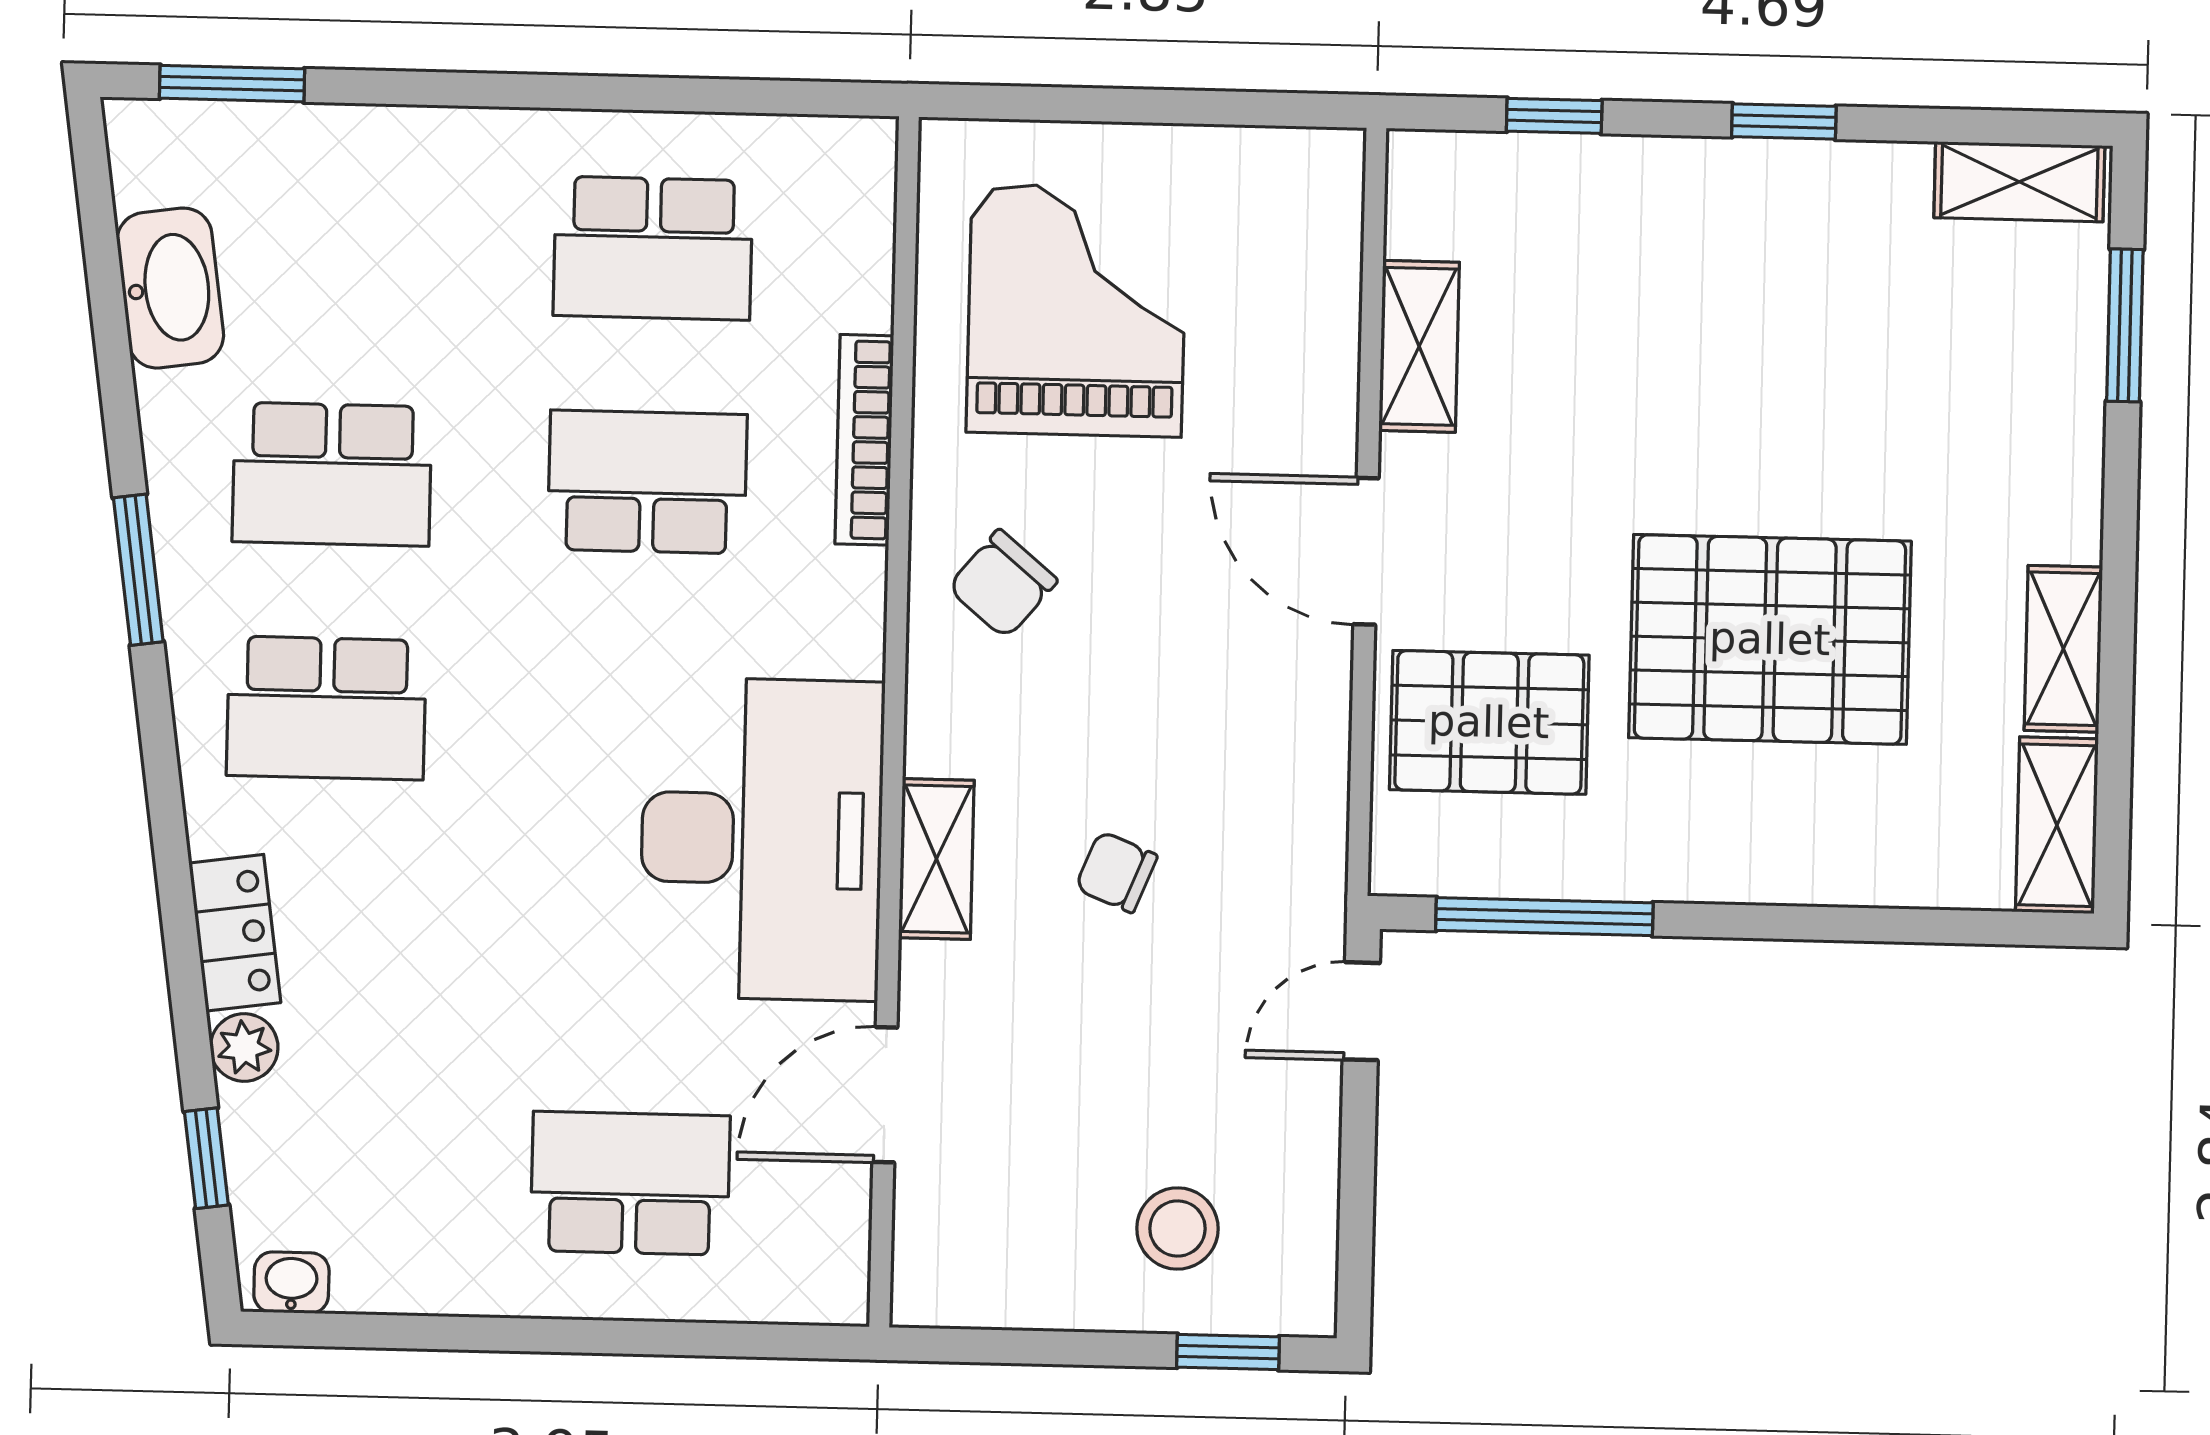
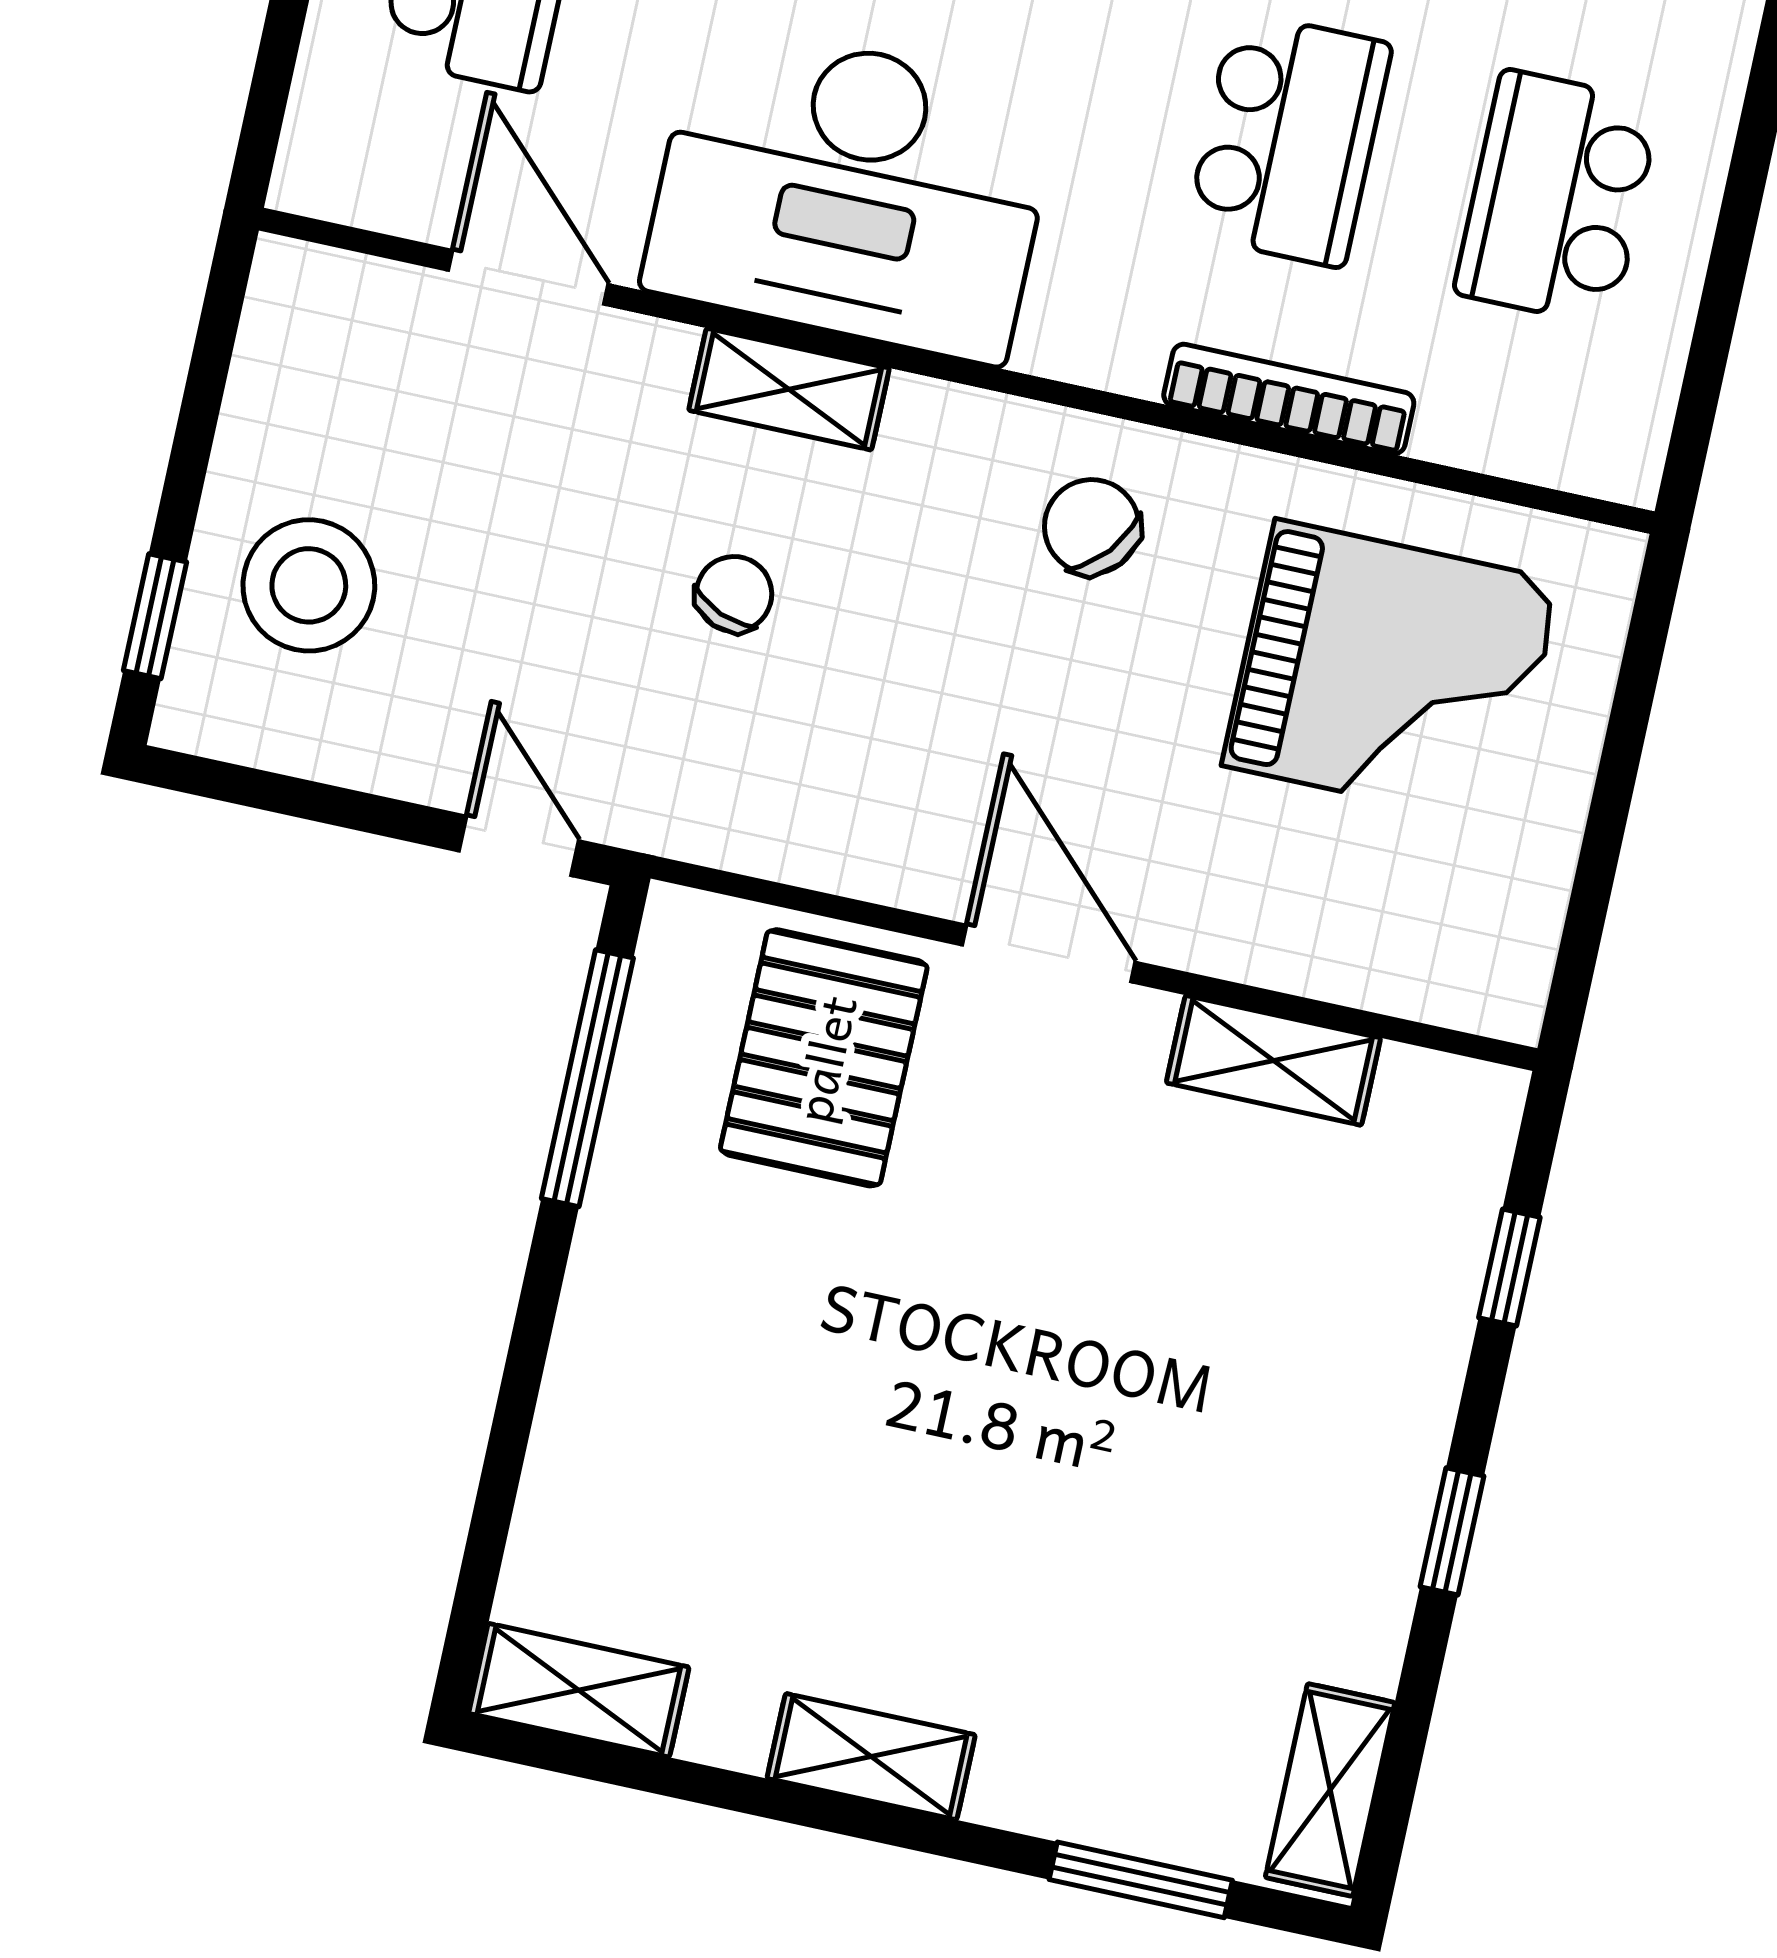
door: (1366, 551) -> (1049, 954), hinge flipped
pallet: (1770, 639) -> (857, 1400), removed
shelving: (2063, 649) -> (871, 1757), moved
stool: (1177, 1228) -> (309, 585), width x1.38, depth x1.38

